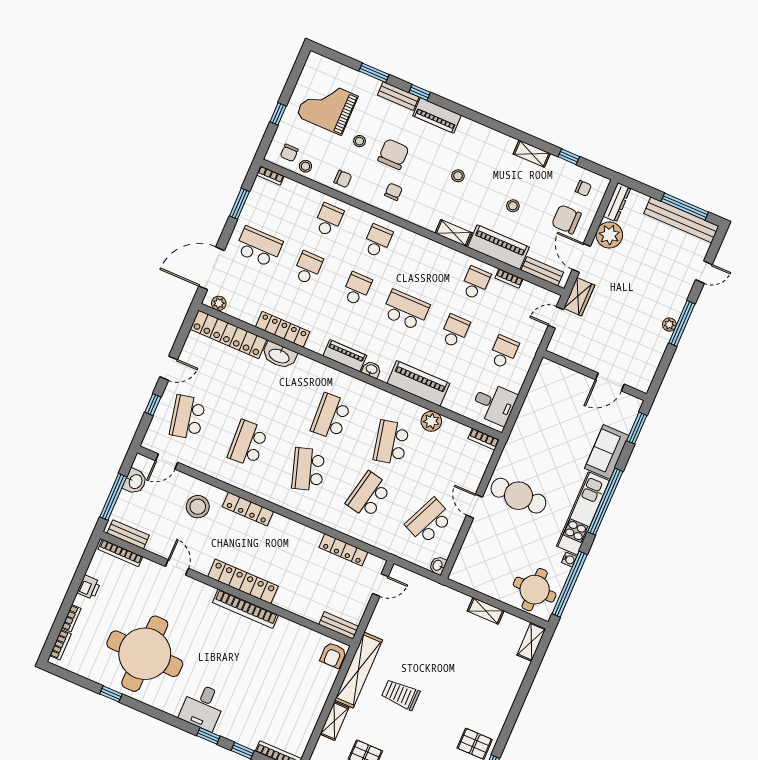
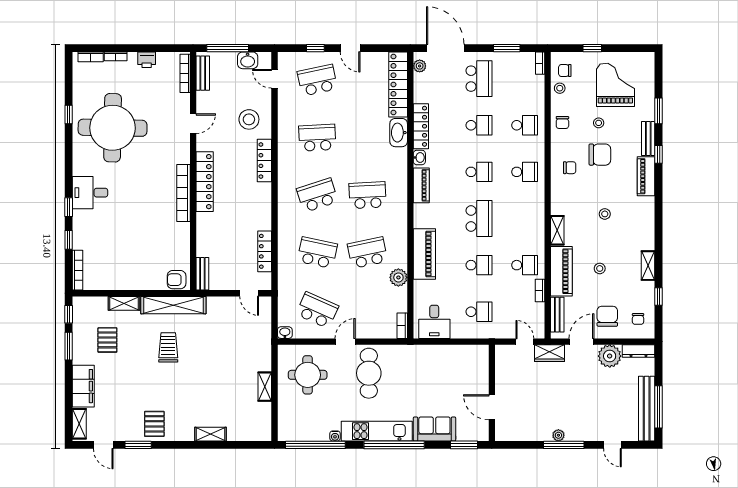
washbasin: (371, 369) -> (419, 157), moved
round table: (535, 590) -> (308, 375), moved
shelving: (531, 642) -> (210, 434), moved

